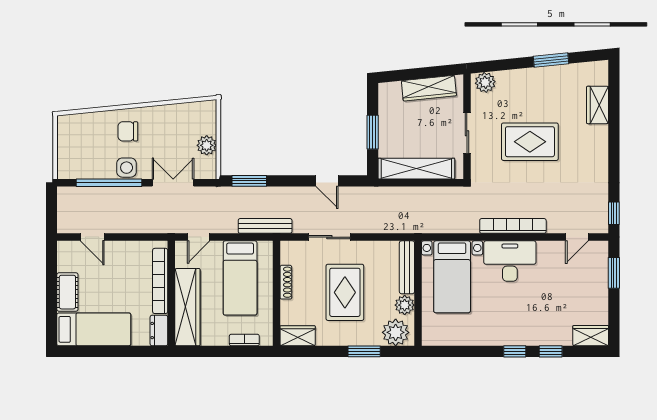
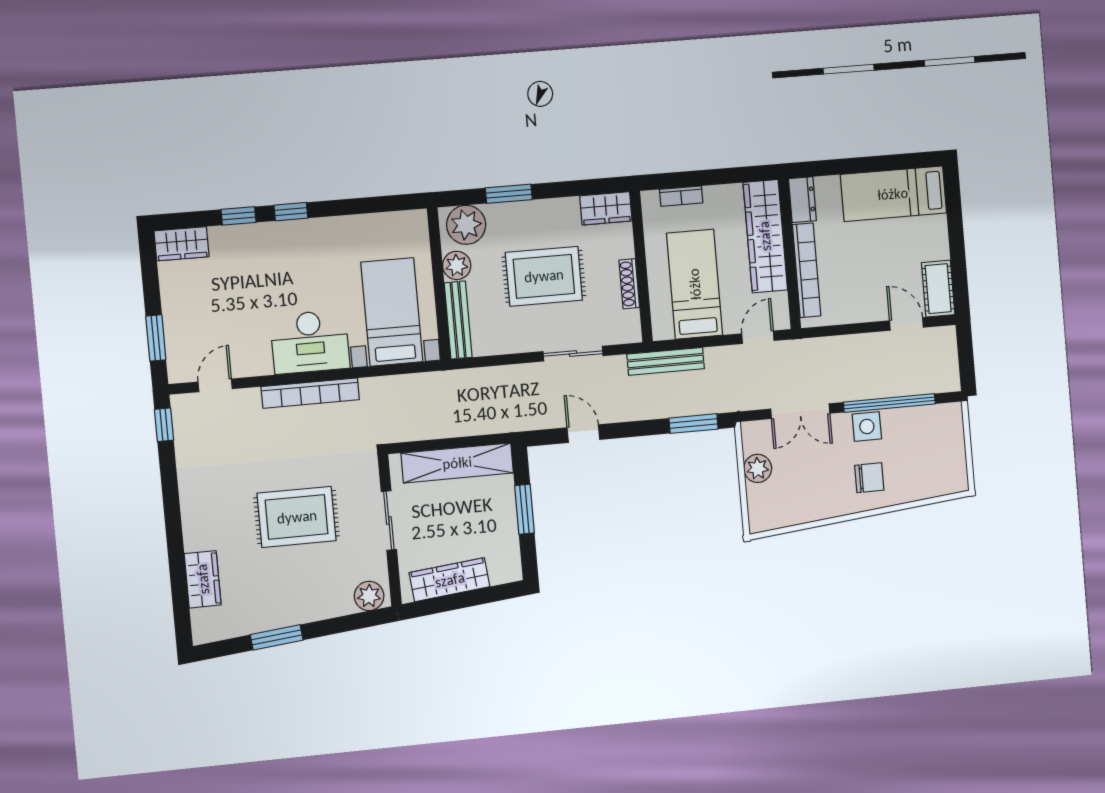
cot: (67, 292) -> (938, 289), moved
rug: (345, 292) -> (544, 276), turned 90

